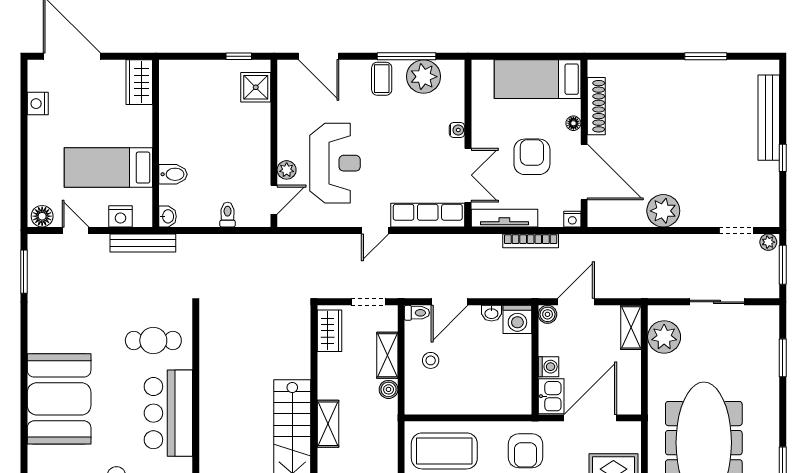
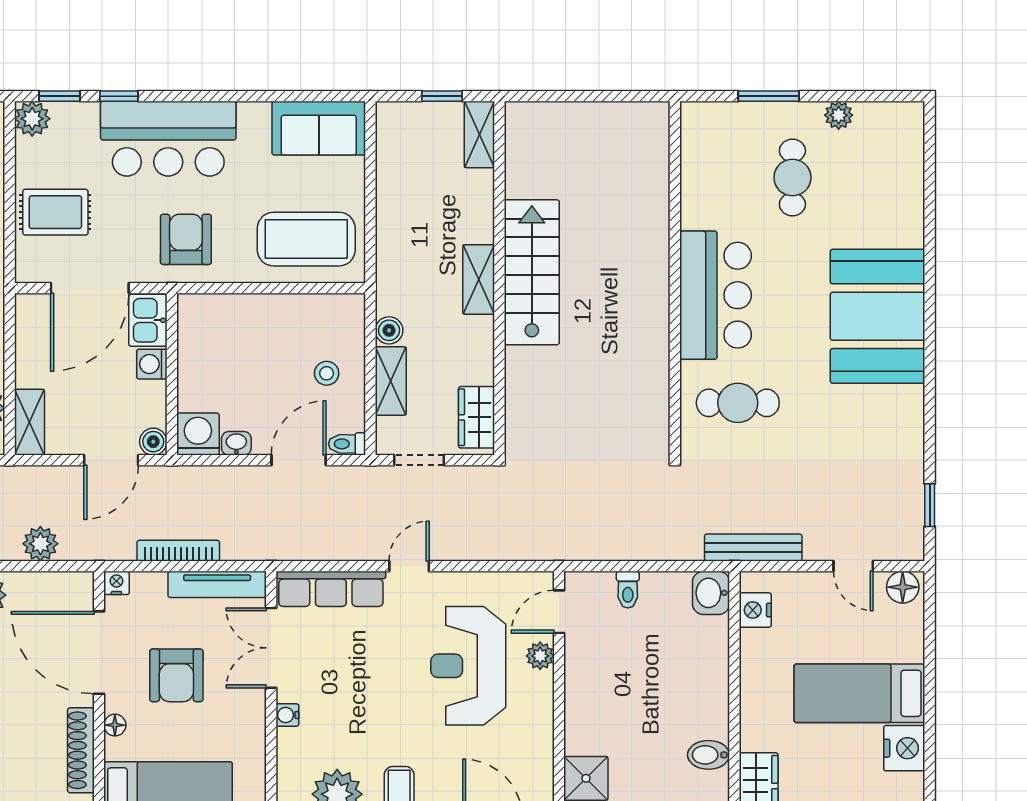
nightstand: (38, 104) -> (904, 748), width x1.36, depth x1.33
bed: (108, 168) -> (859, 693), moved, turned 180
bidet: (173, 174) -> (708, 755), moved
nightstand: (120, 216) -> (755, 610), moved, turned -90
washbasin: (168, 216) -> (711, 593), width x1.38, depth x1.45
plant: (624, 245) -> (40, 544), added
window: (24, 272) -> (930, 505), width x0.67

